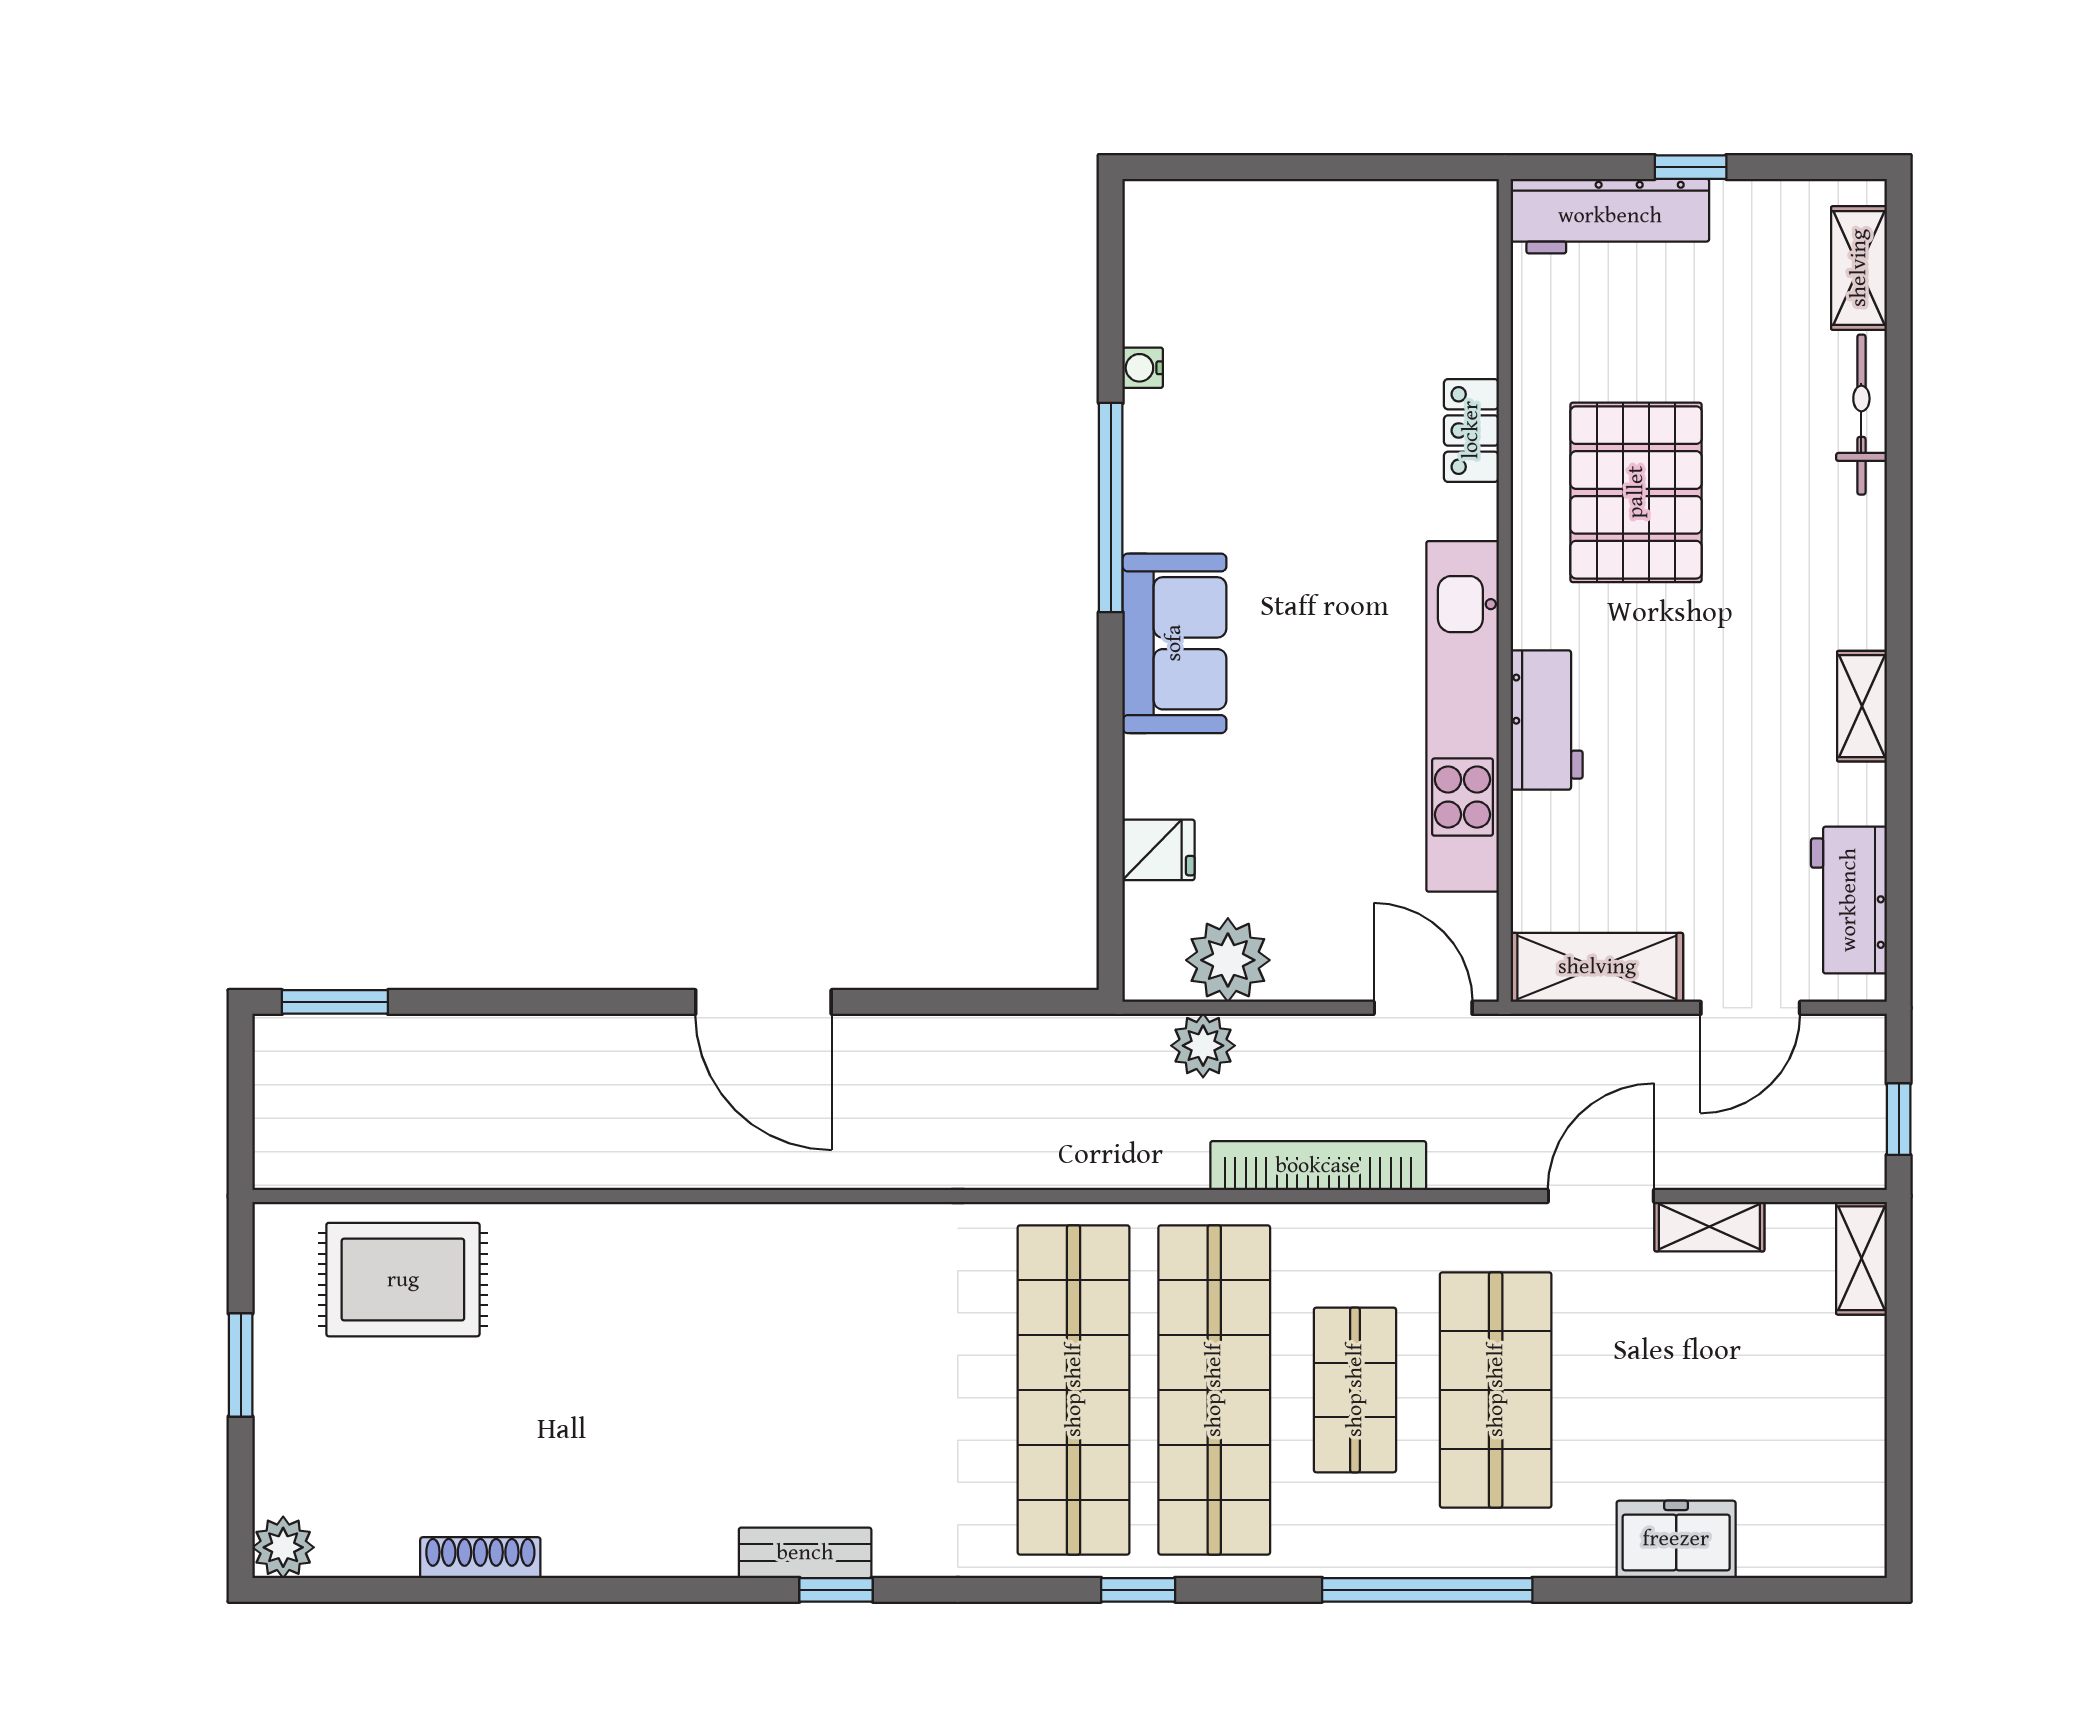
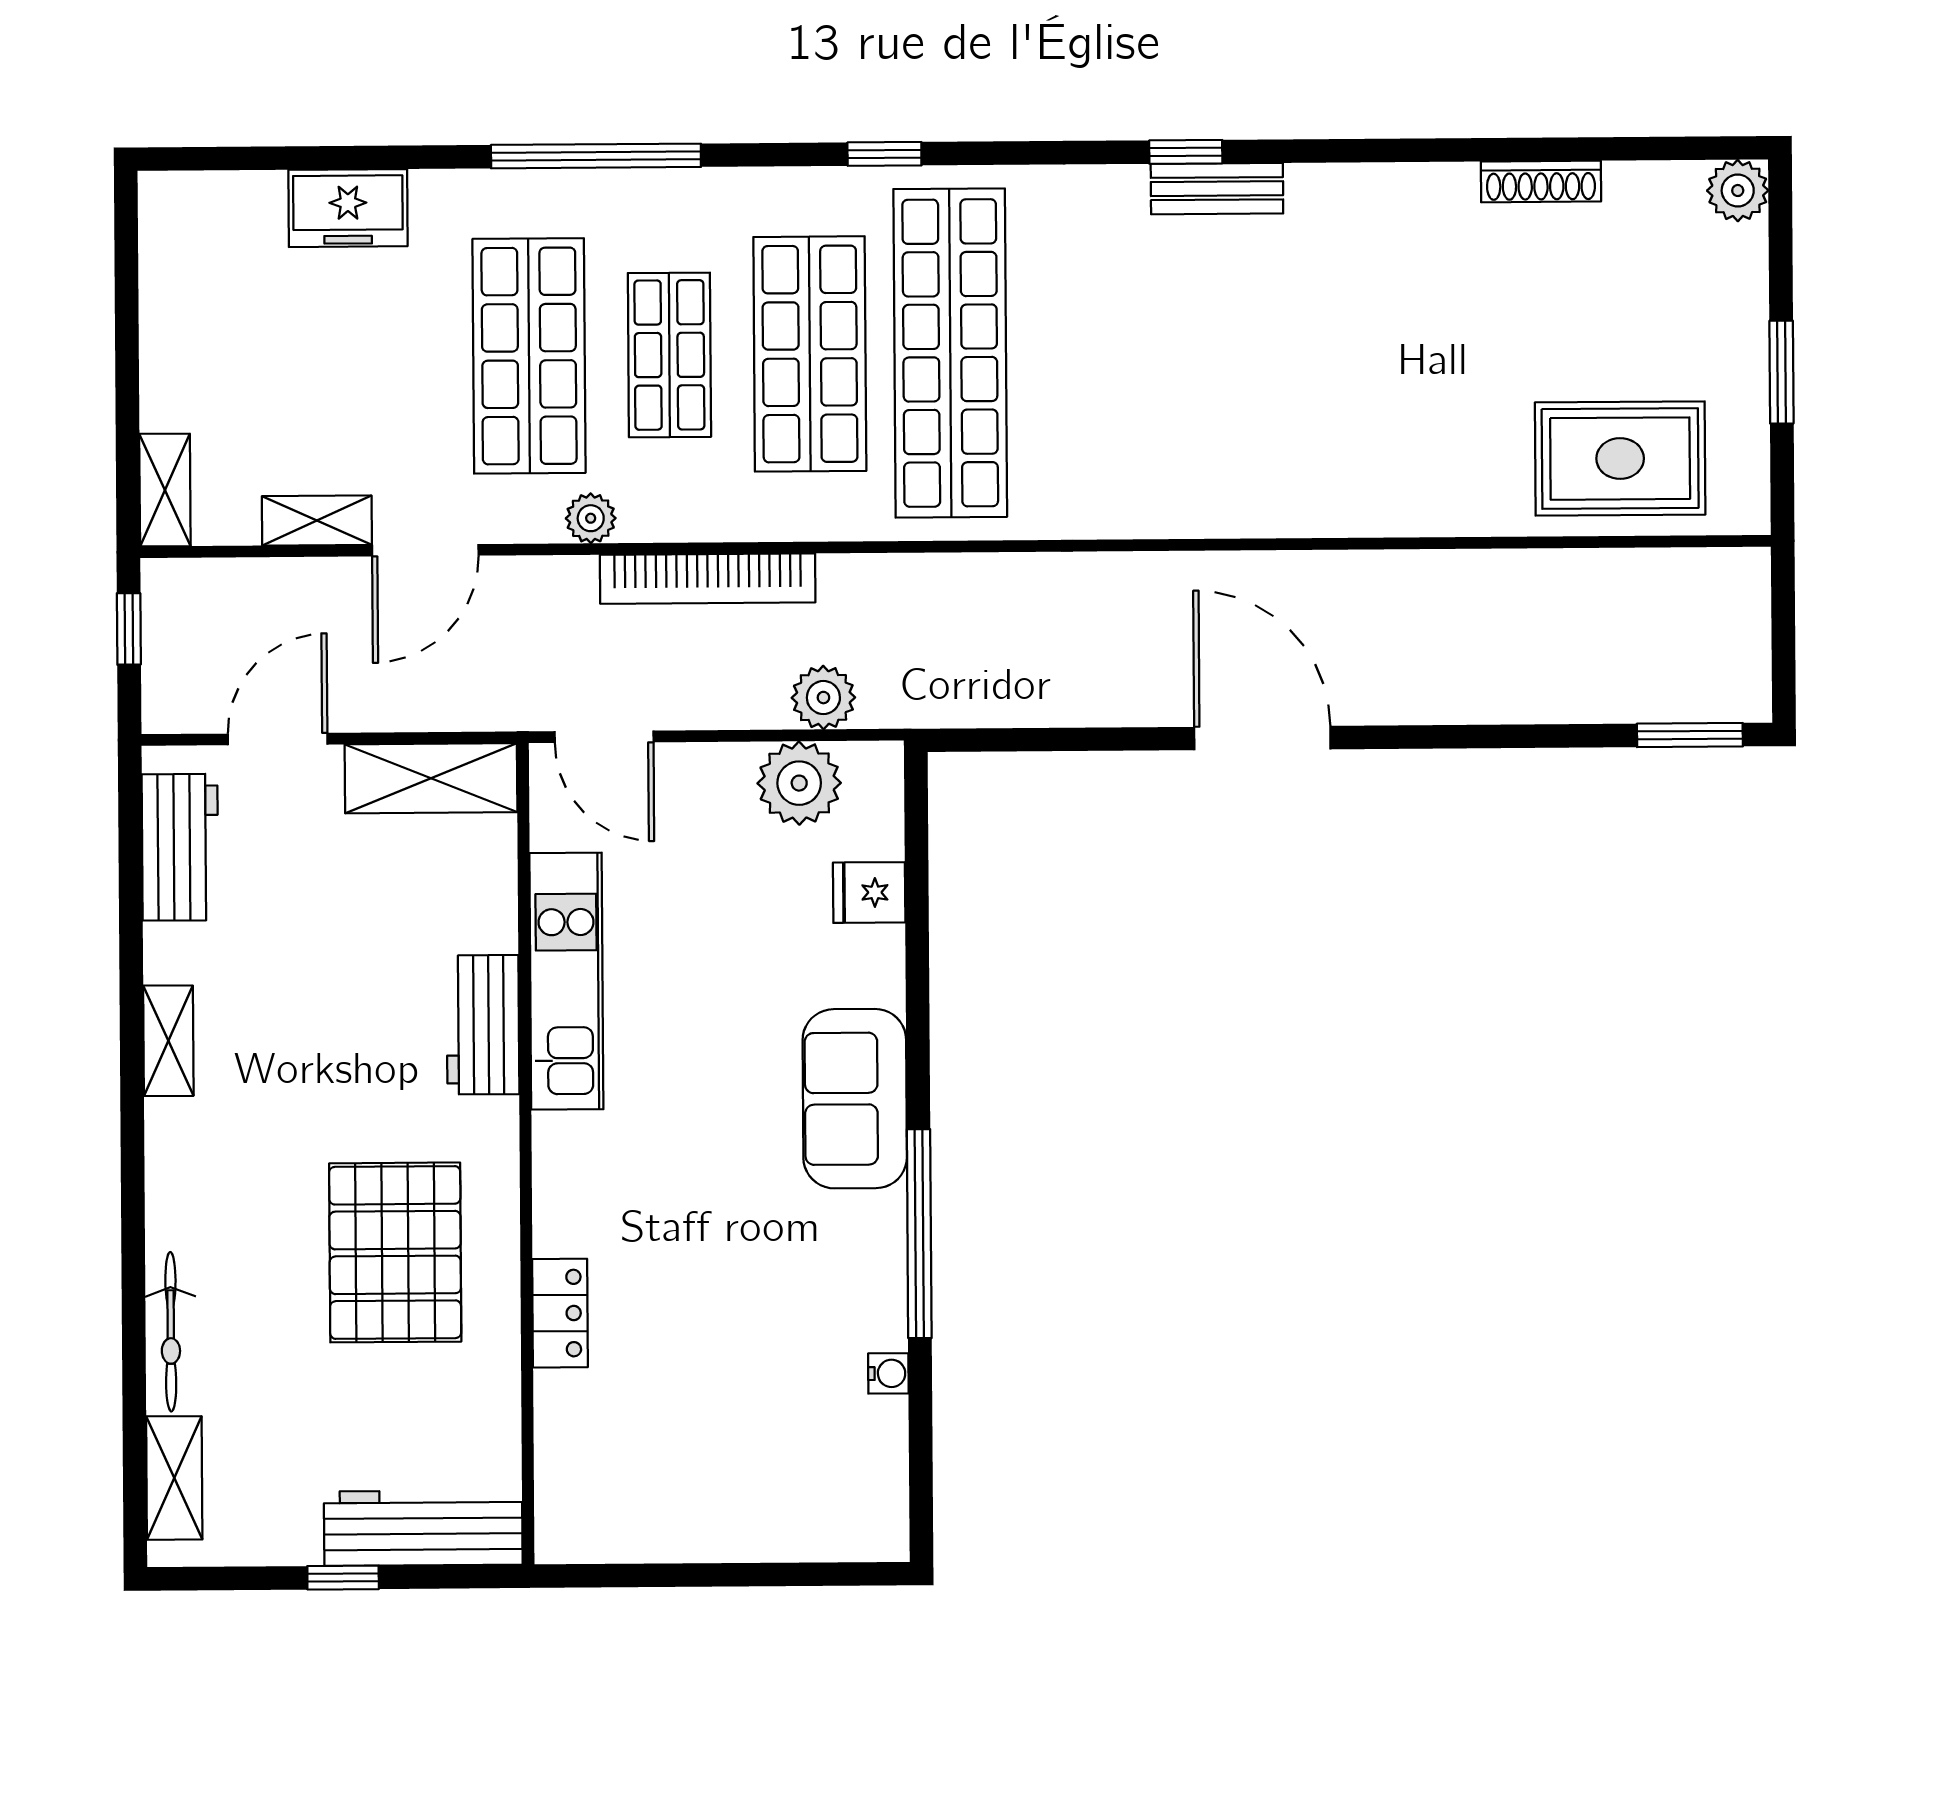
kitchen unit: (1463, 716) -> (566, 981), width x0.73
plant: (1435, 1227) -> (591, 518), added
shop shelf: (1214, 1390) -> (810, 354), width x0.71

